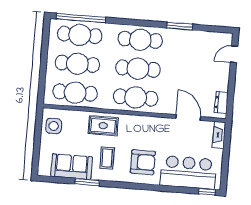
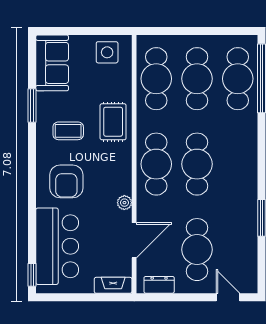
cafe table: (140, 40) -> (197, 250), moved
plant: (161, 122) -> (124, 203), added
sofa: (72, 167) -> (52, 63), moved

